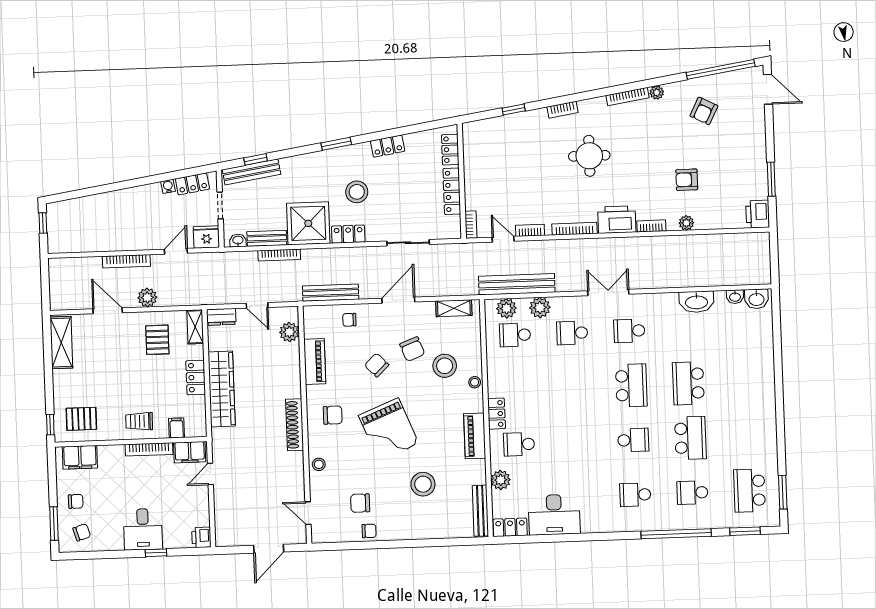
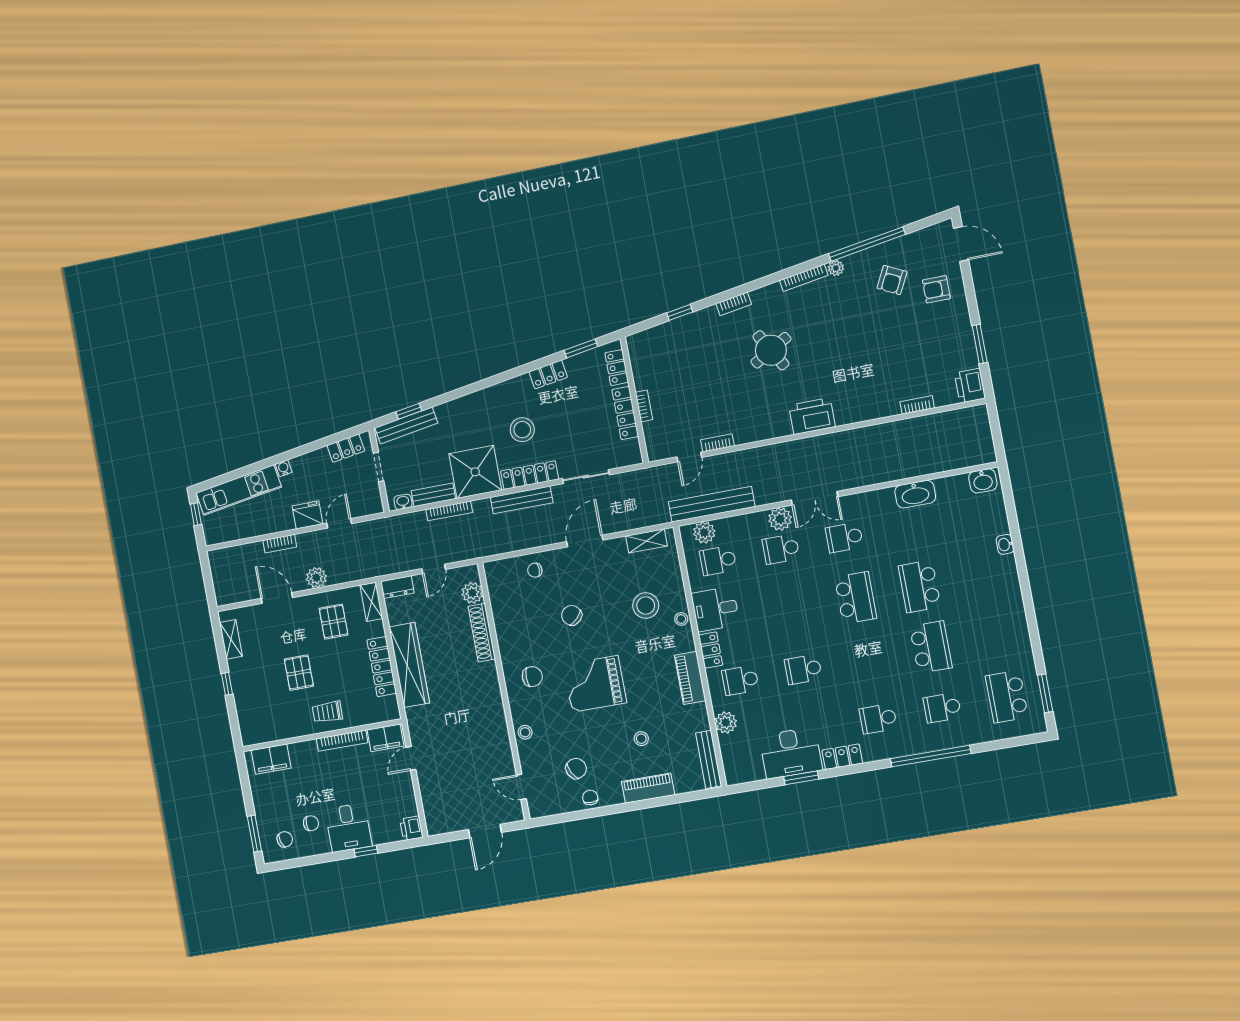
window: (721, 69) -> (867, 244), moved
window: (336, 144) -> (581, 348), moved
round table: (589, 156) -> (771, 350), turned -30
armchair: (687, 180) -> (936, 289), moved
water cooler: (168, 186) -> (284, 468), moved
kitchen unit: (87, 207) -> (239, 490), added
plant: (686, 223) -> (891, 408), removed
bookcase: (471, 225) -> (644, 406), moved
bookcase: (651, 226) -> (917, 405), moved
bookcase: (575, 229) -> (767, 433), removed
locker: (348, 234) -> (530, 475), width x1.53
fridge: (206, 237) -> (308, 515), moved
door: (503, 239) -> (689, 457), swing flipped
bookcase: (126, 261) -> (280, 544), width x0.64
double door: (608, 292) -> (815, 498), swing flipped
bench: (331, 293) -> (522, 500), moved
washbasin: (735, 297) -> (1005, 544), moved, turned 90
door: (257, 305) -> (434, 569), hinge flipped
plant: (540, 308) -> (780, 519), moved
shelving: (61, 342) -> (231, 639), width x0.67, depth x0.75
chair: (412, 349) -> (608, 592), removed
piano: (315, 361) -> (648, 788), moved, turned -90
locker: (196, 377) -> (382, 667), width x1.53
desk: (506, 378) -> (715, 609), added
pallet: (81, 419) -> (299, 673), moved, turned 90
window: (50, 425) -> (227, 684), moved
shoe rack: (295, 425) -> (482, 633), moved
filing cabinet: (177, 428) -> (368, 714), removed
grand piano: (389, 429) -> (595, 684), turned 112
school desk: (633, 440) -> (803, 669), moved, turned 180
stool: (423, 484) -> (641, 739), width x0.53, depth x0.53
chair: (76, 501) -> (311, 823), moved
chair: (360, 503) -> (576, 768), turned 151
locker: (510, 527) -> (842, 757), moved
chair: (369, 531) -> (590, 798), turned -90
window: (745, 531) -> (801, 778), moved

